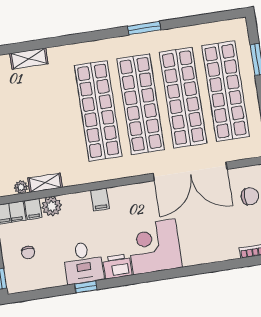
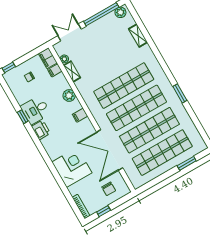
filing cabinet: (100, 199) -> (80, 115), moved
plant: (52, 206) -> (69, 95), moved
corner desk: (154, 247) -> (72, 167), moved

